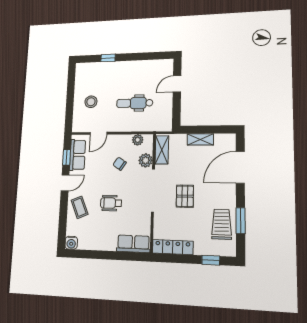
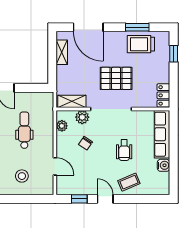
dental chair: (135, 103) -> (24, 130), turned 180
shelving: (200, 139) -> (62, 52), moved
row of seats: (78, 155) -> (77, 187), removed
pallet: (185, 196) -> (116, 78), width x1.50, depth x1.42
water cooler: (71, 243) -> (164, 165), moved
row of seats: (133, 244) -> (162, 134), width x1.48
locker: (173, 247) -> (163, 95), width x0.66

